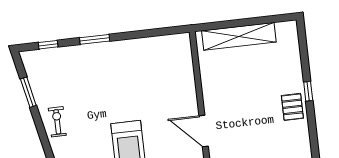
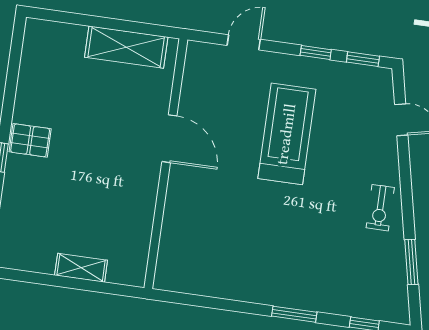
shelving: (239, 36) -> (81, 268), width x0.45, depth x0.75
pallet: (292, 107) -> (30, 140), turned 90

